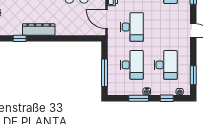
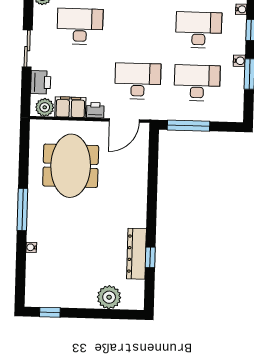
dresser: (39, 29) -> (136, 254), moved
window: (104, 73) -> (188, 126), moved

